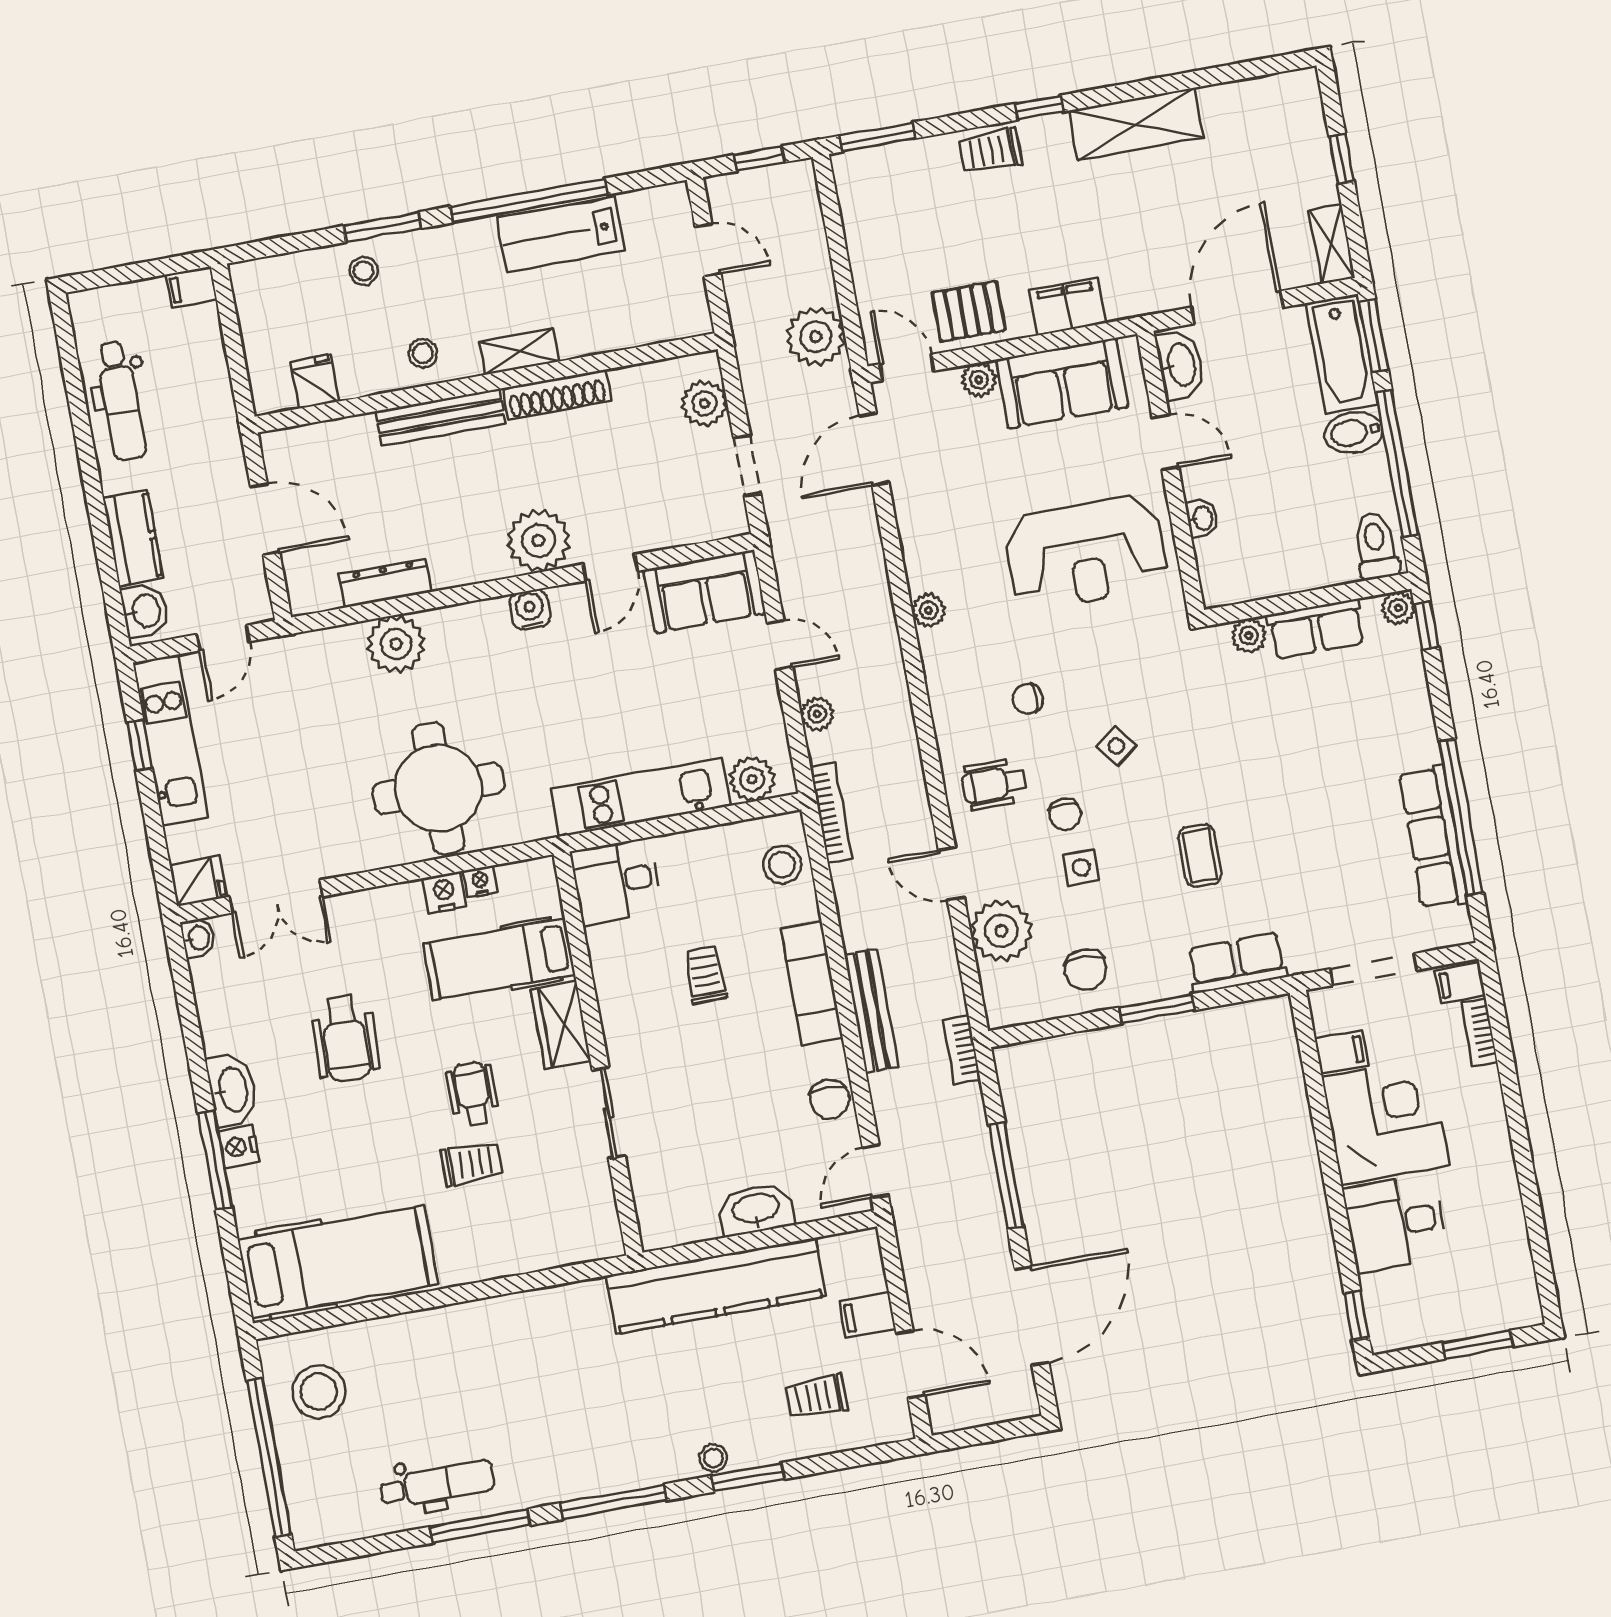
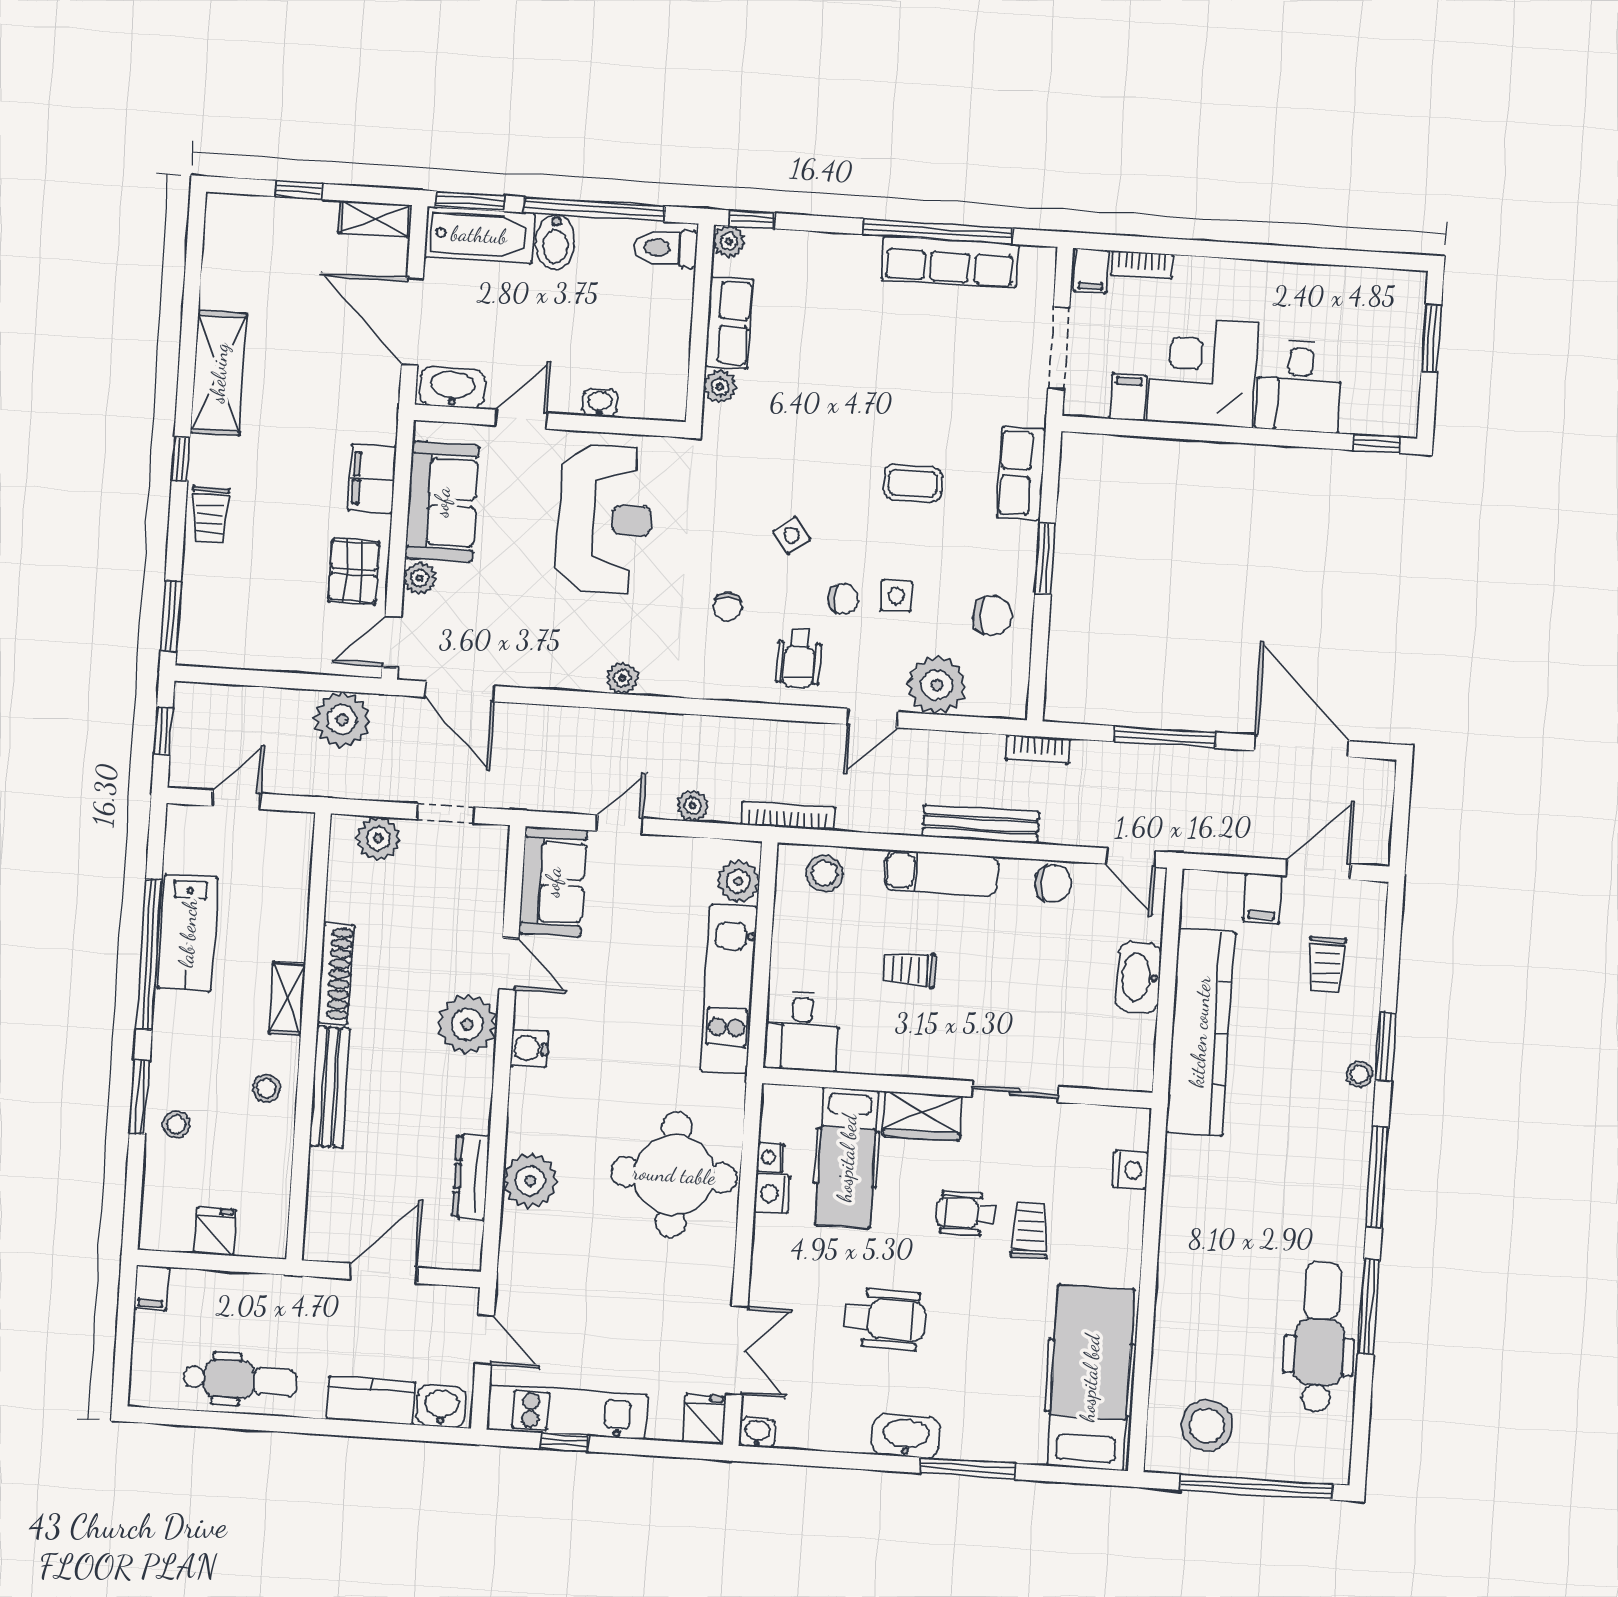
fridge: (315, 381) -> (215, 1232), moved, turned 90
nightstand: (239, 1147) -> (1131, 1170), moved, turned -90
dental chair: (437, 1484) -> (1320, 1337), width x1.36, depth x1.38

